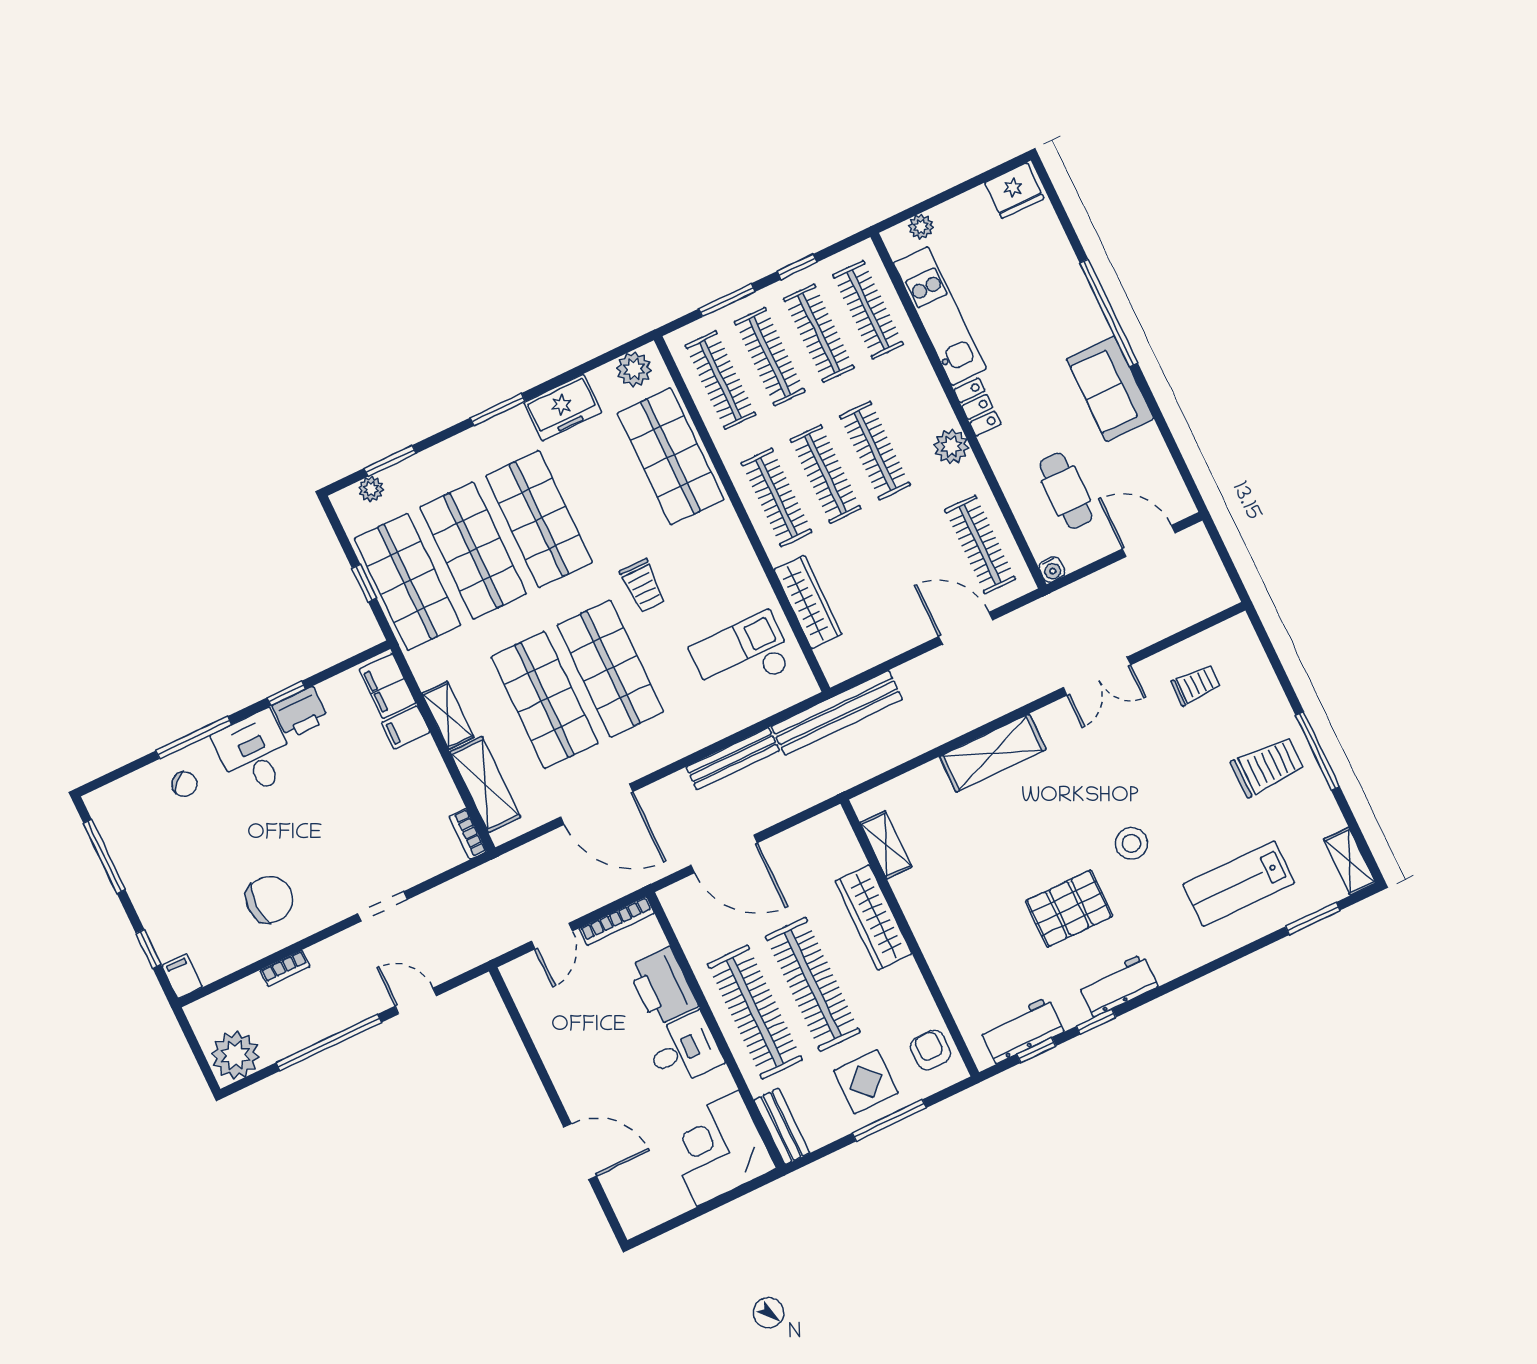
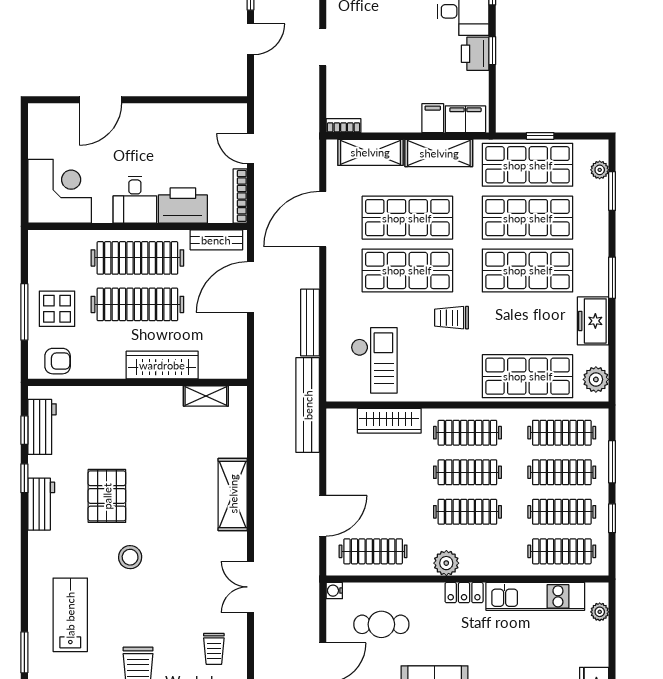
shelving: (448, 715) -> (439, 153), width x1.50, depth x1.33
bench: (782, 1126) -> (216, 240), moved

